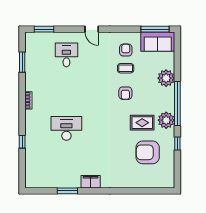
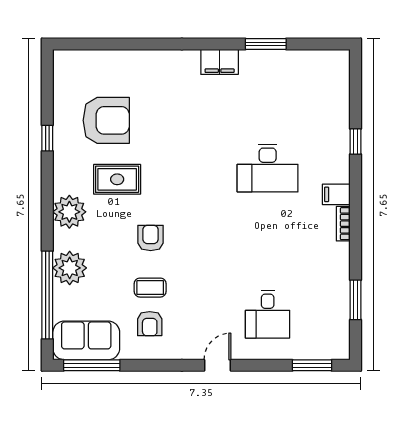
door: (92, 29) -> (217, 365), hinge flipped
window: (177, 103) -> (47, 295), moved
filing cabinet: (32, 115) -> (336, 194), added
plant: (166, 120) -> (69, 212), moved

